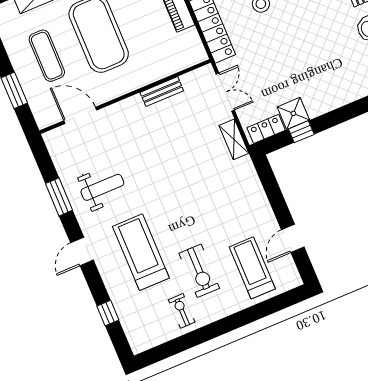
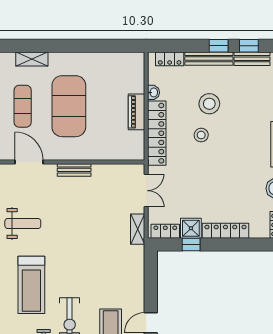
bench: (162, 92) -> (74, 170), moved
locker: (333, 100) -> (225, 231), added
treadmill: (141, 252) -> (31, 285), turned 180

